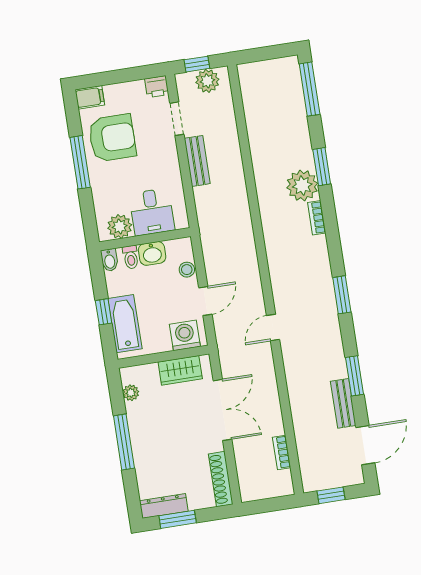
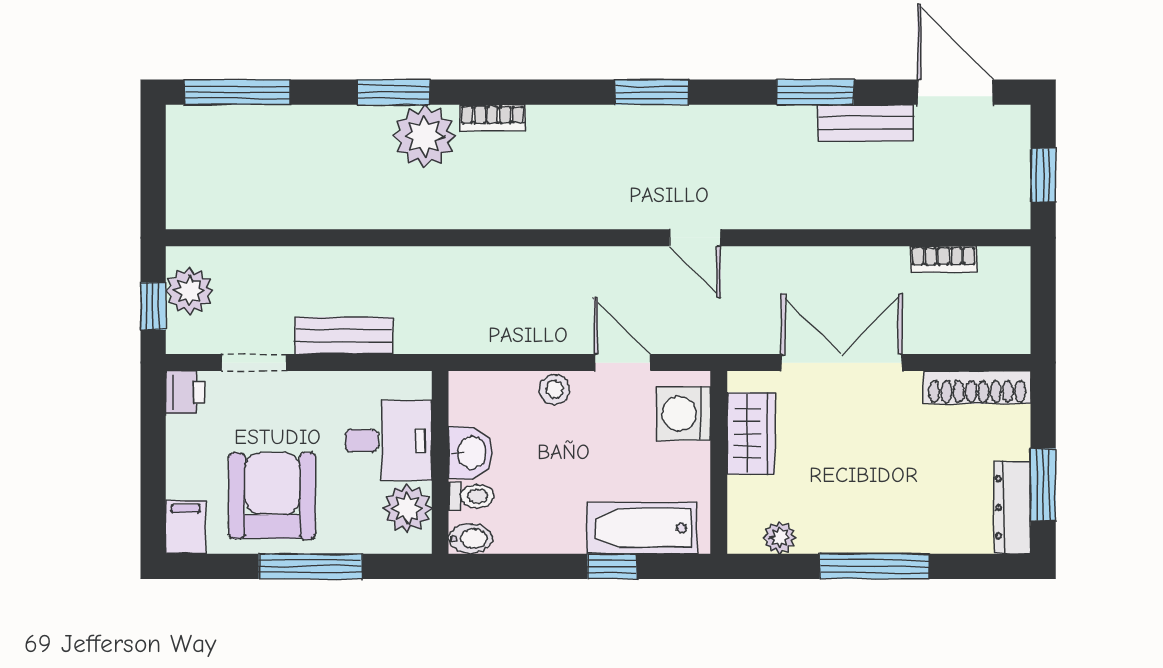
desk: (152, 212) -> (389, 440), moved
plant: (120, 226) -> (407, 508), moved
wall: (145, 239) -> (440, 462), moved
washbasin: (152, 253) -> (470, 453), moved
toilet: (131, 257) -> (471, 496), moved
bidet: (110, 260) -> (470, 539), moved

